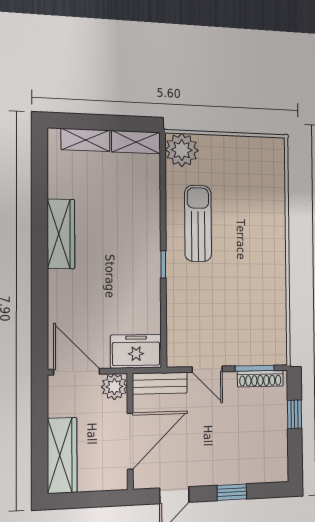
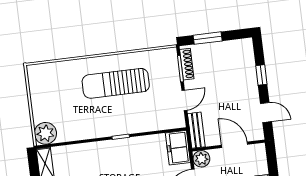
sun lounger: (198, 223) -> (116, 83), moved, width x1.36, depth x1.34
window: (295, 414) -> (208, 38), width x1.50
door: (130, 441) -> (235, 145), width x0.73

